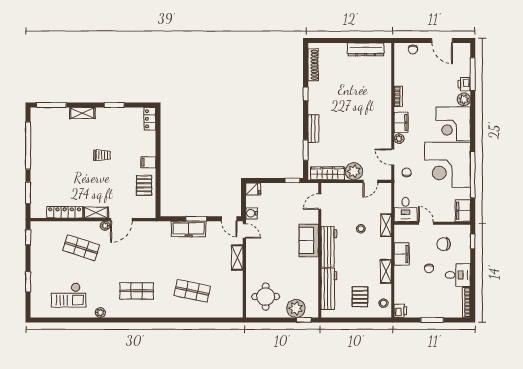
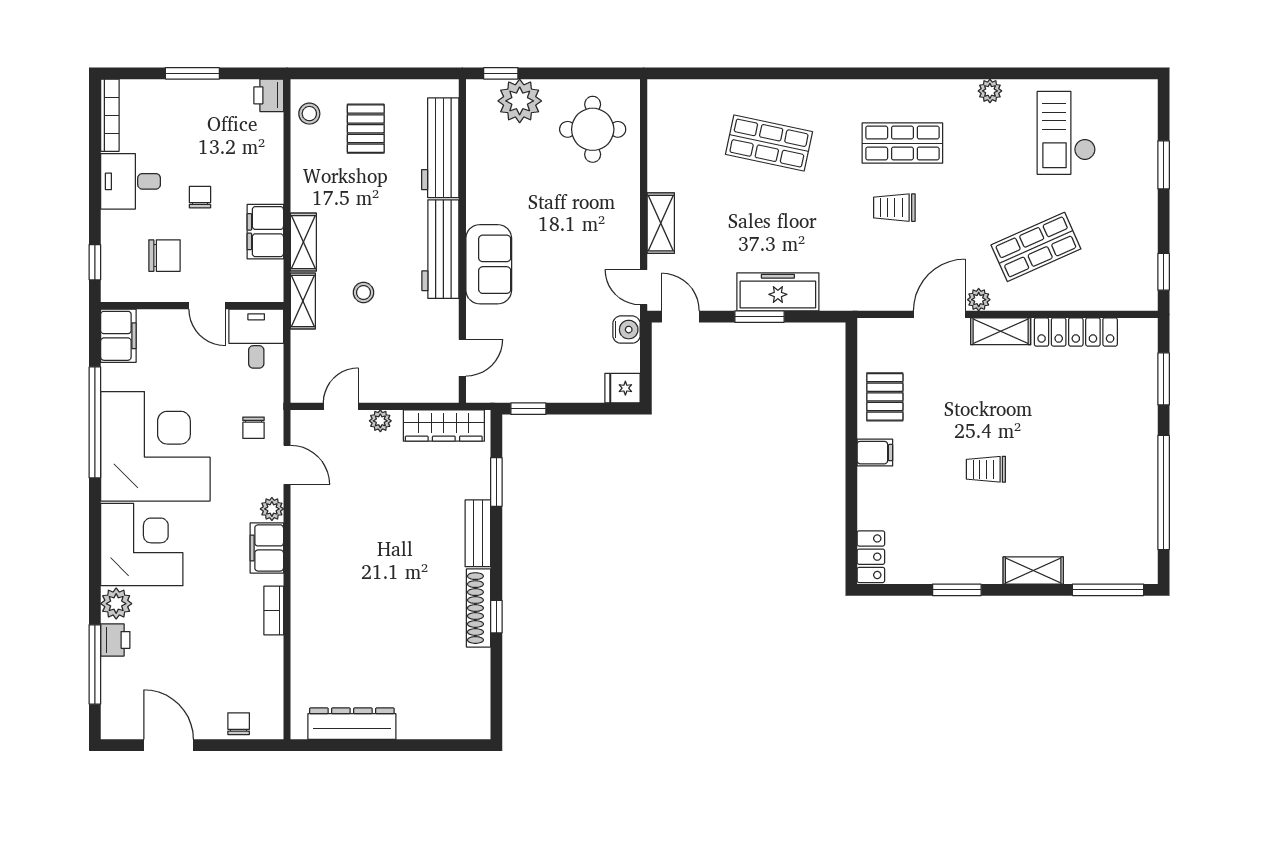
shoe rack: (313, 65) -> (479, 608), moved
plant: (354, 171) -> (380, 421), width x0.53, depth x0.53
shop shelf: (81, 248) -> (1036, 247), turned -42
trolley: (140, 264) -> (894, 208), added
shelving: (386, 271) -> (303, 242), moved
checkout: (69, 295) -> (1066, 133), turned -90

